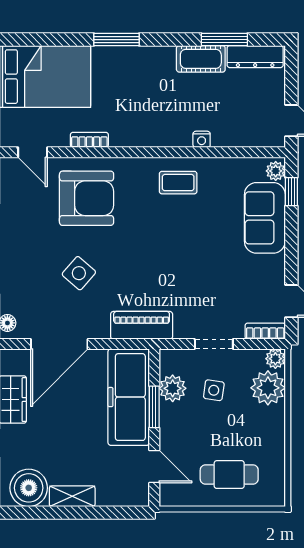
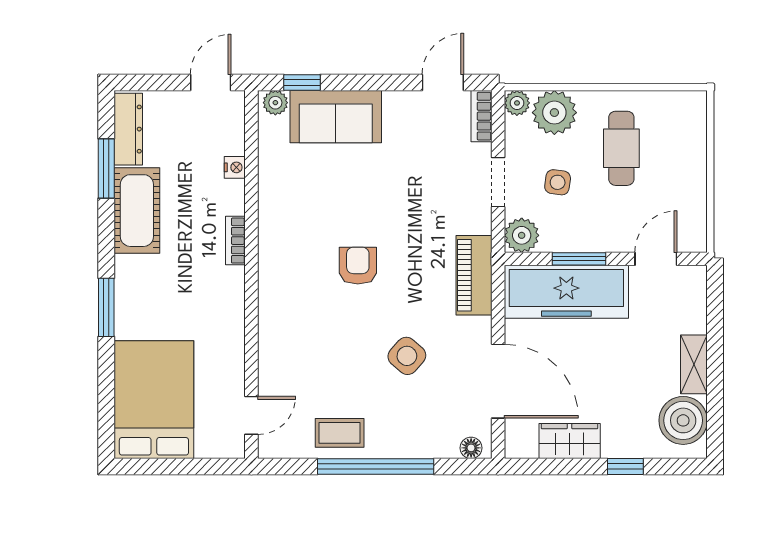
cot: (201, 59) -> (137, 211), width x1.37, depth x1.34
nightstand: (202, 139) -> (235, 167), moved
bookcase: (89, 140) -> (235, 241), moved
coffee table: (178, 183) -> (340, 433), moved, turned 90
armchair: (87, 198) -> (358, 266), moved, width x0.53, depth x0.53
plant: (173, 388) -> (522, 235), moved
cafe table: (229, 475) -> (621, 148), moved

